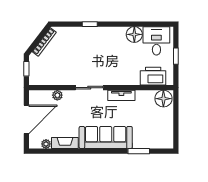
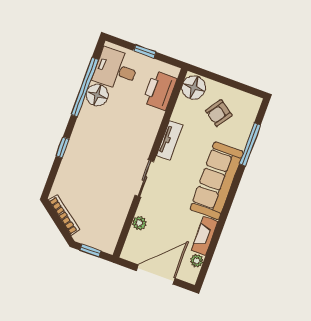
window: (137, 24) -> (85, 87), added
door: (26, 119) -> (156, 275), hinge flipped
armchair: (152, 122) -> (219, 113), added
window: (139, 151) -> (250, 144), width x1.44

